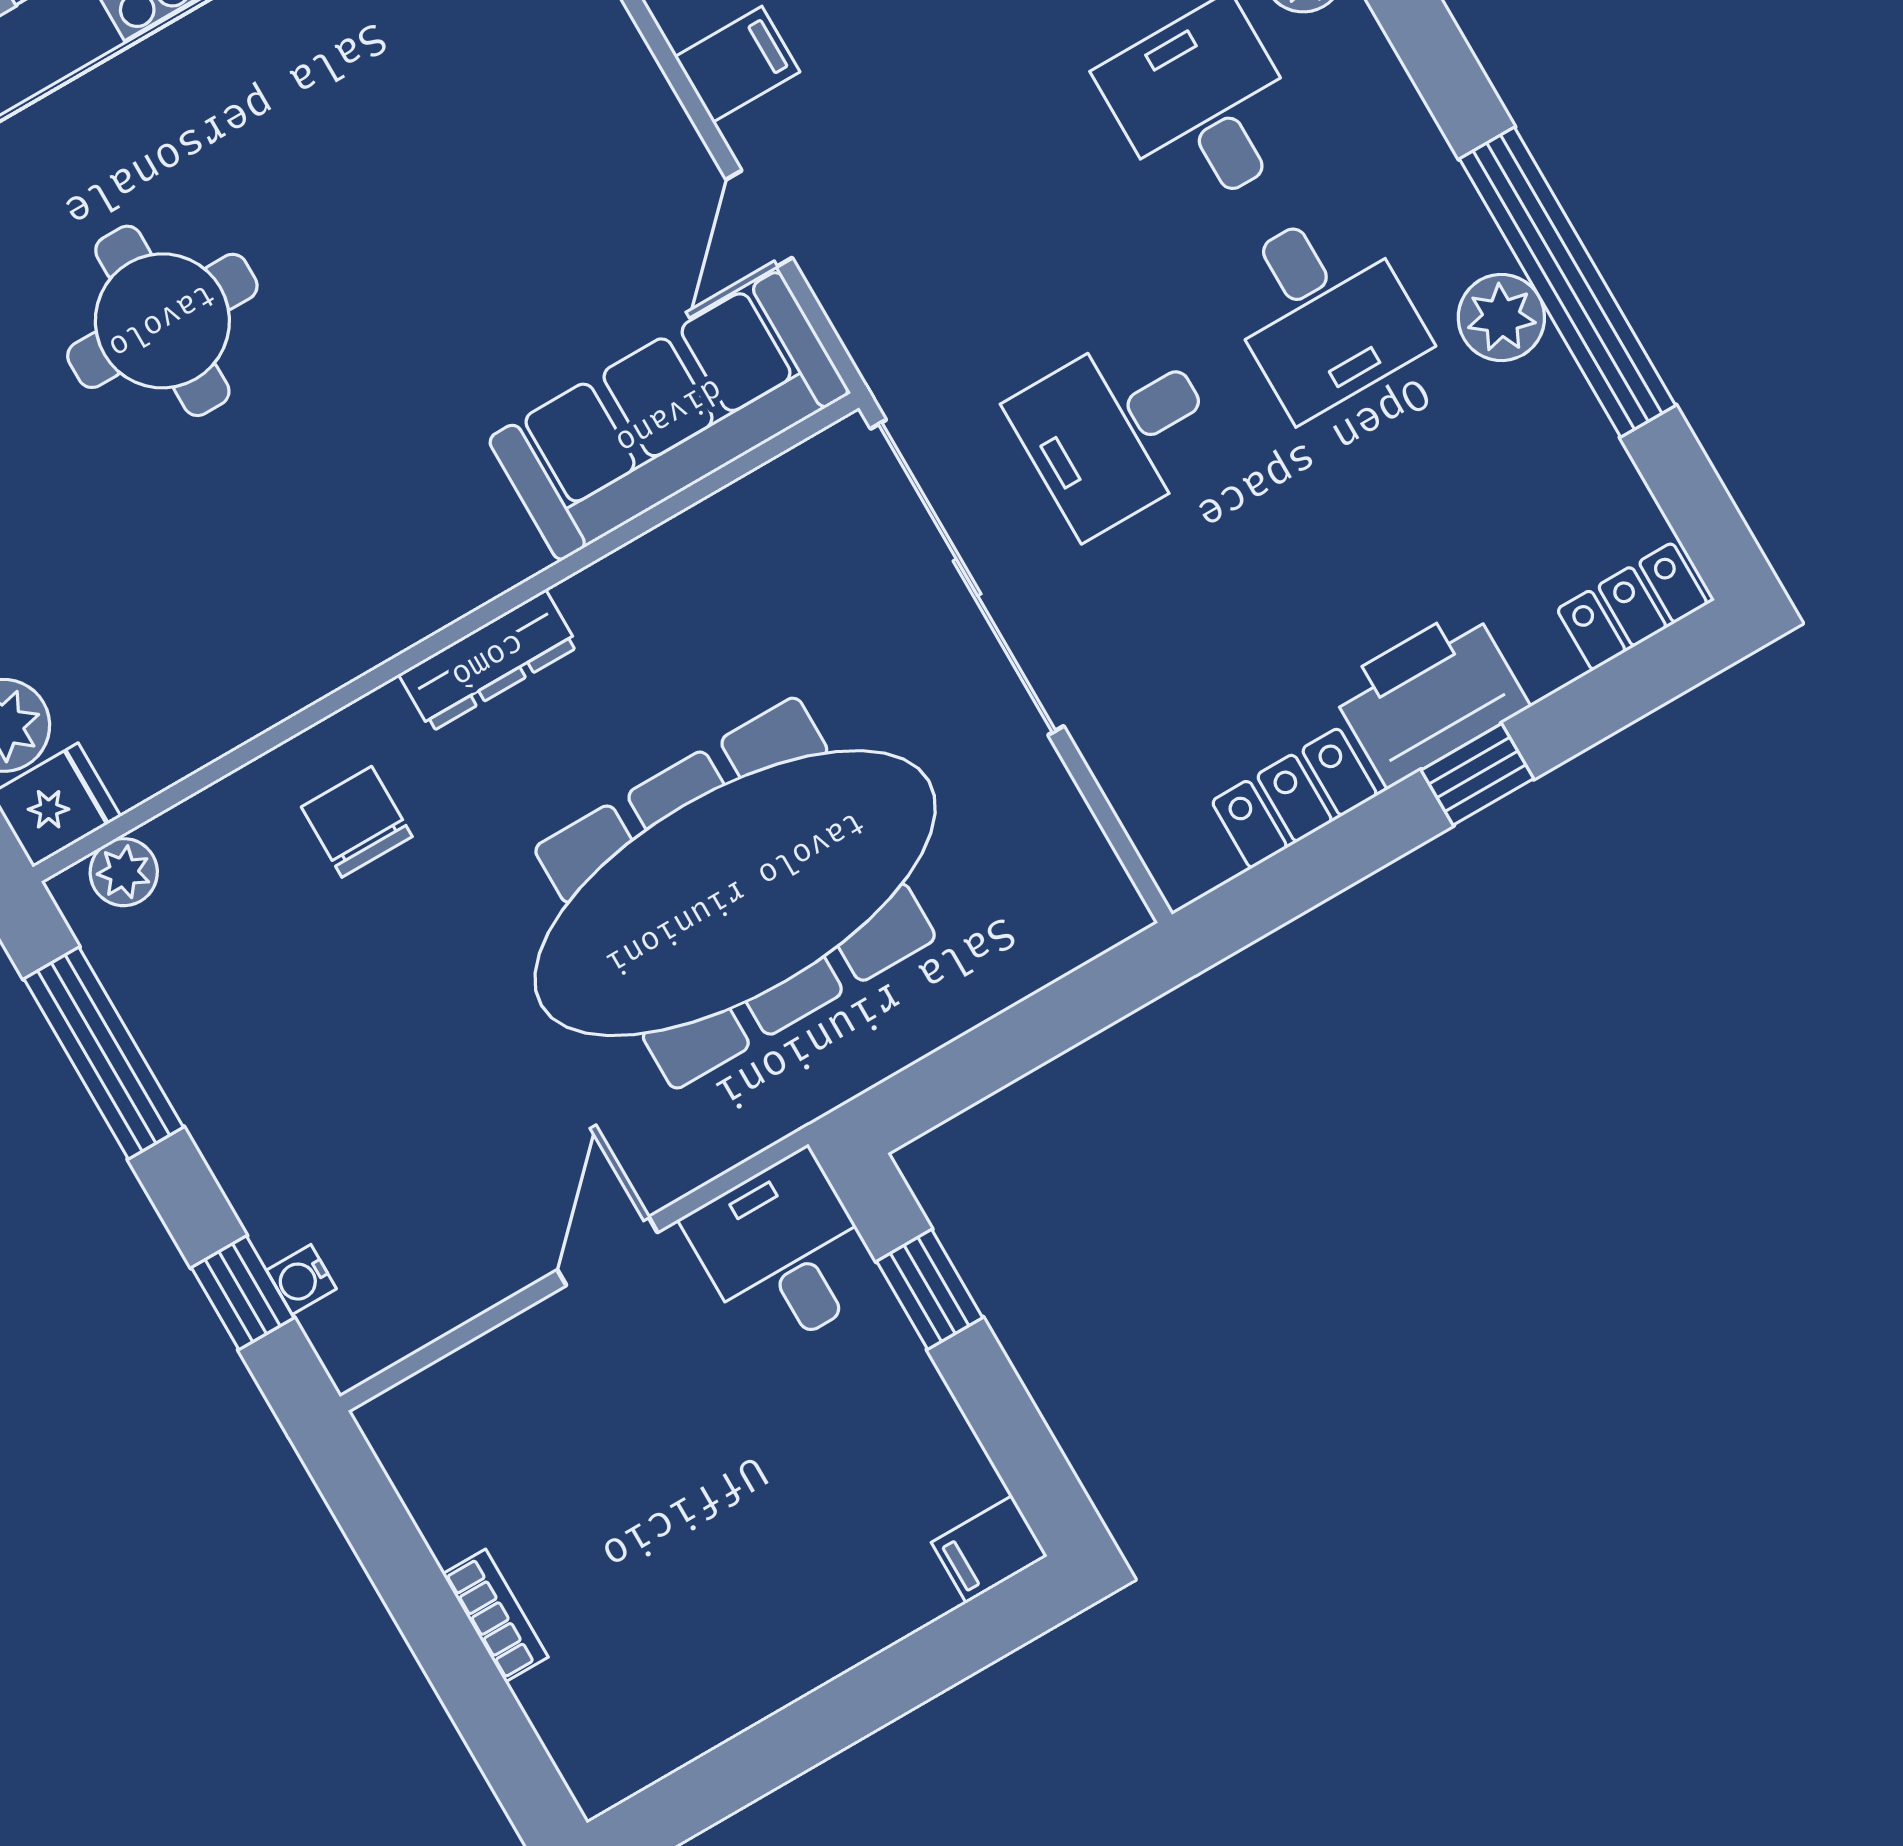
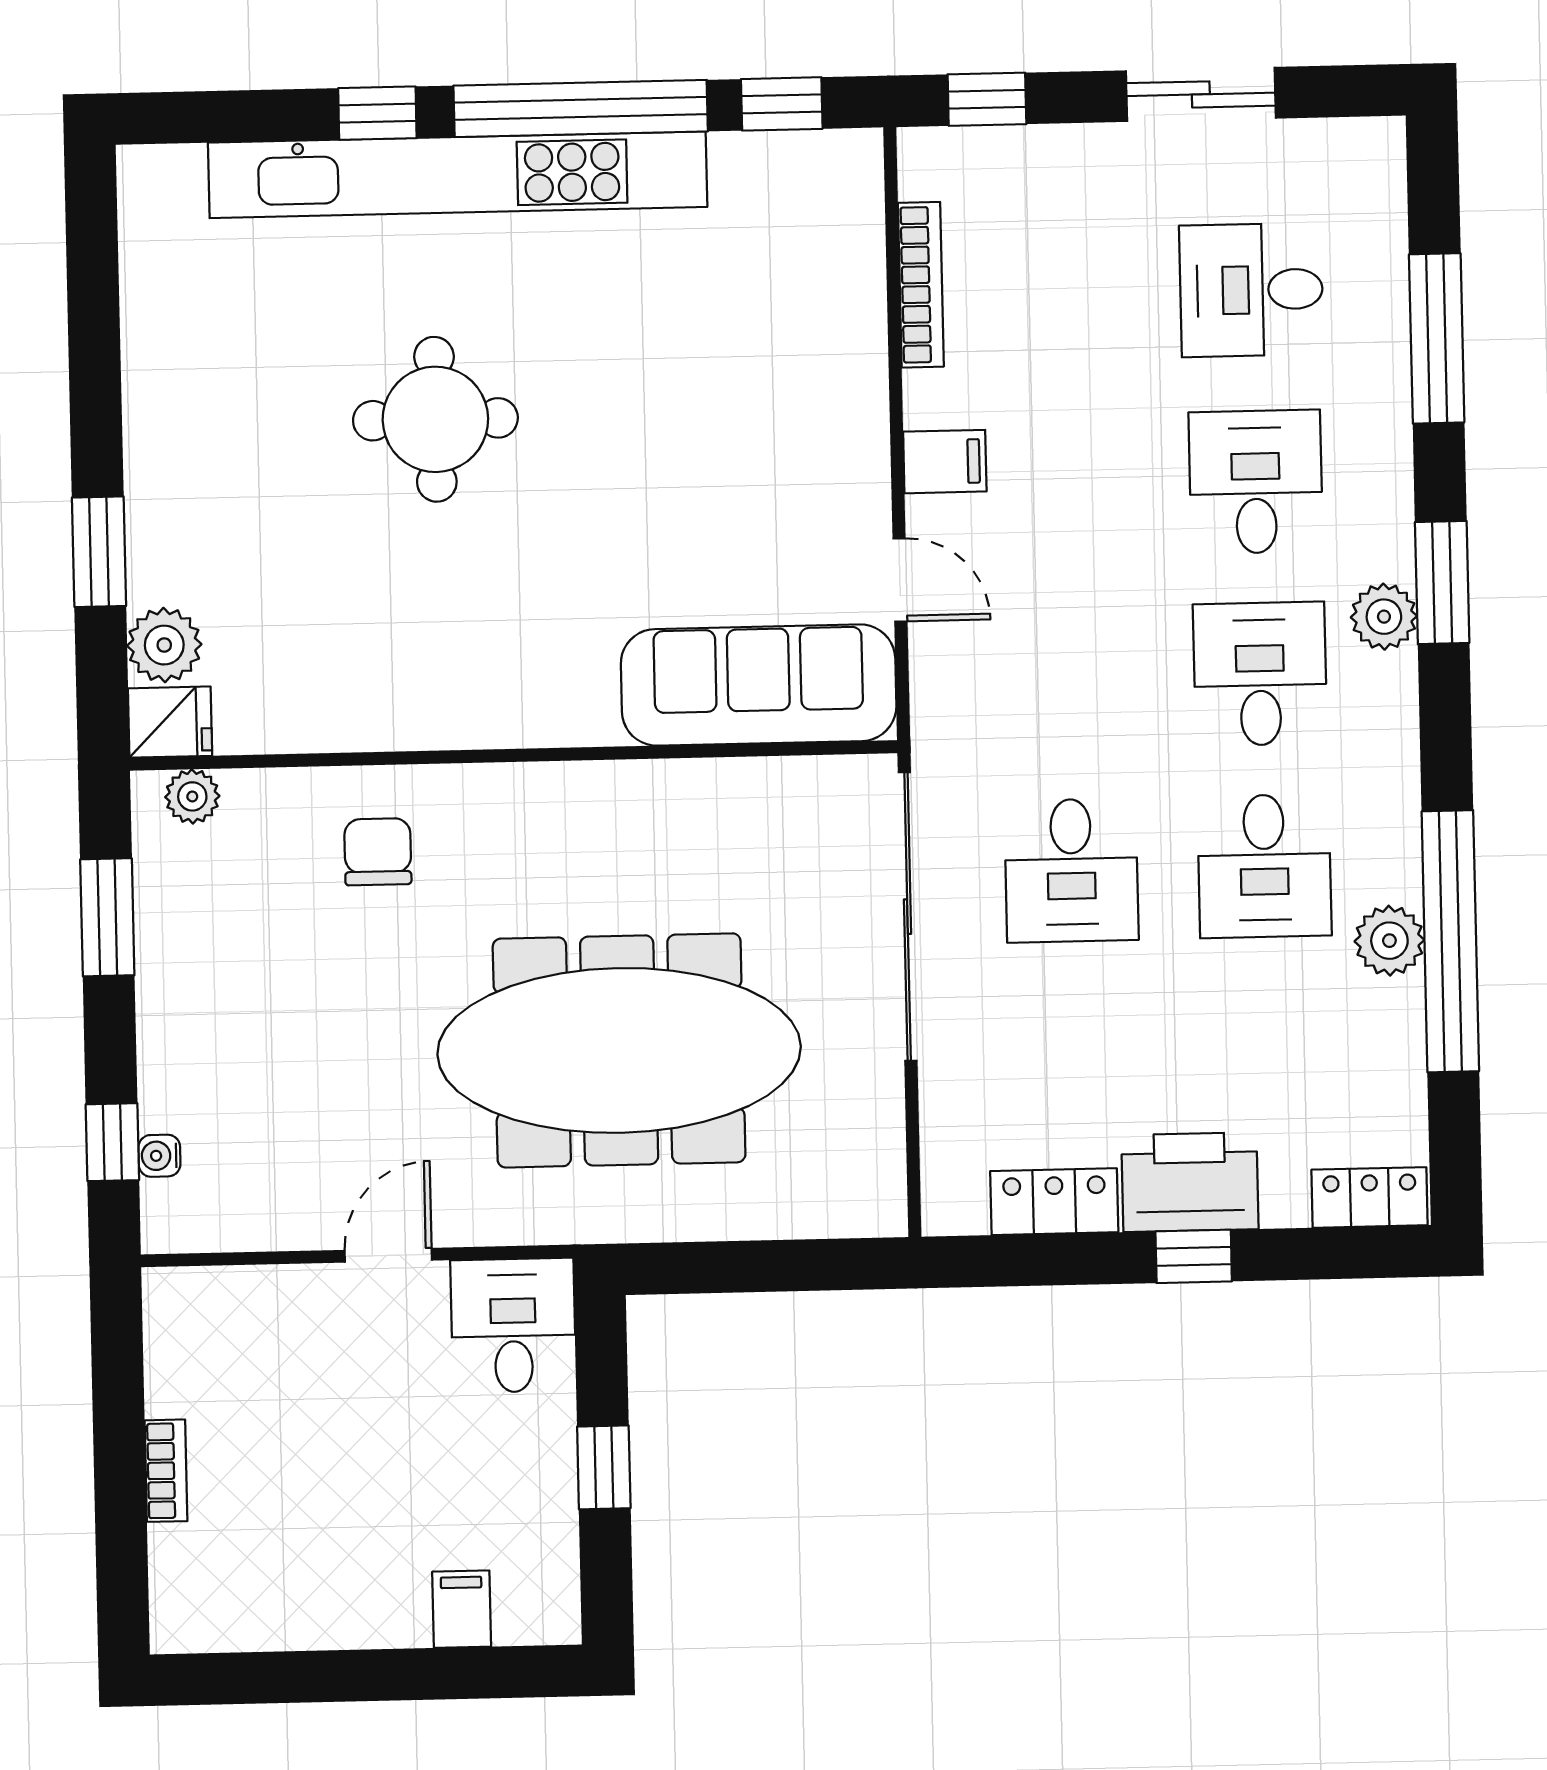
door: (759, 219) -> (900, 580), swing flipped
desk: (1116, 430) -> (1071, 870), turned -90
dresser: (488, 660) -> (535, 788), removed
window: (104, 1053) -> (107, 917), width x0.69
window: (930, 1289) -> (604, 1467), moved
filing cabinet: (989, 1549) -> (462, 1609), moved, turned 90

